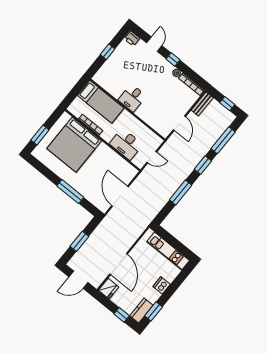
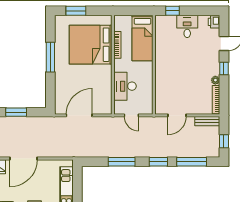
window: (108, 52) -> (173, 11), moved
desk: (132, 98) -> (187, 26), moved, turned 90
window: (70, 192) -> (50, 57), moved

